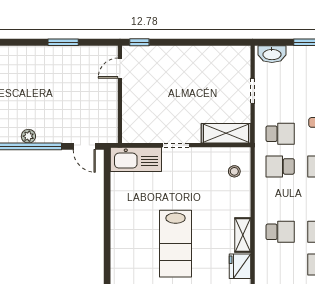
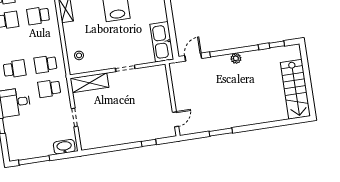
window: (139, 42) -> (149, 143), moved
door: (84, 146) -> (193, 57), hinge flipped
kitchen sink: (136, 159) -> (162, 42), moved, turned -90
school desk: (280, 166) -> (46, 64), turned 180

